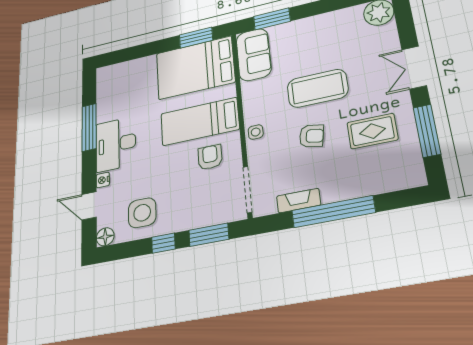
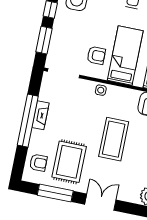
rug: (372, 131) -> (69, 162), width x1.36, depth x1.43
armchair: (312, 136) -> (38, 163), moved, turned -100
fireplace: (299, 201) -> (41, 115), moved

